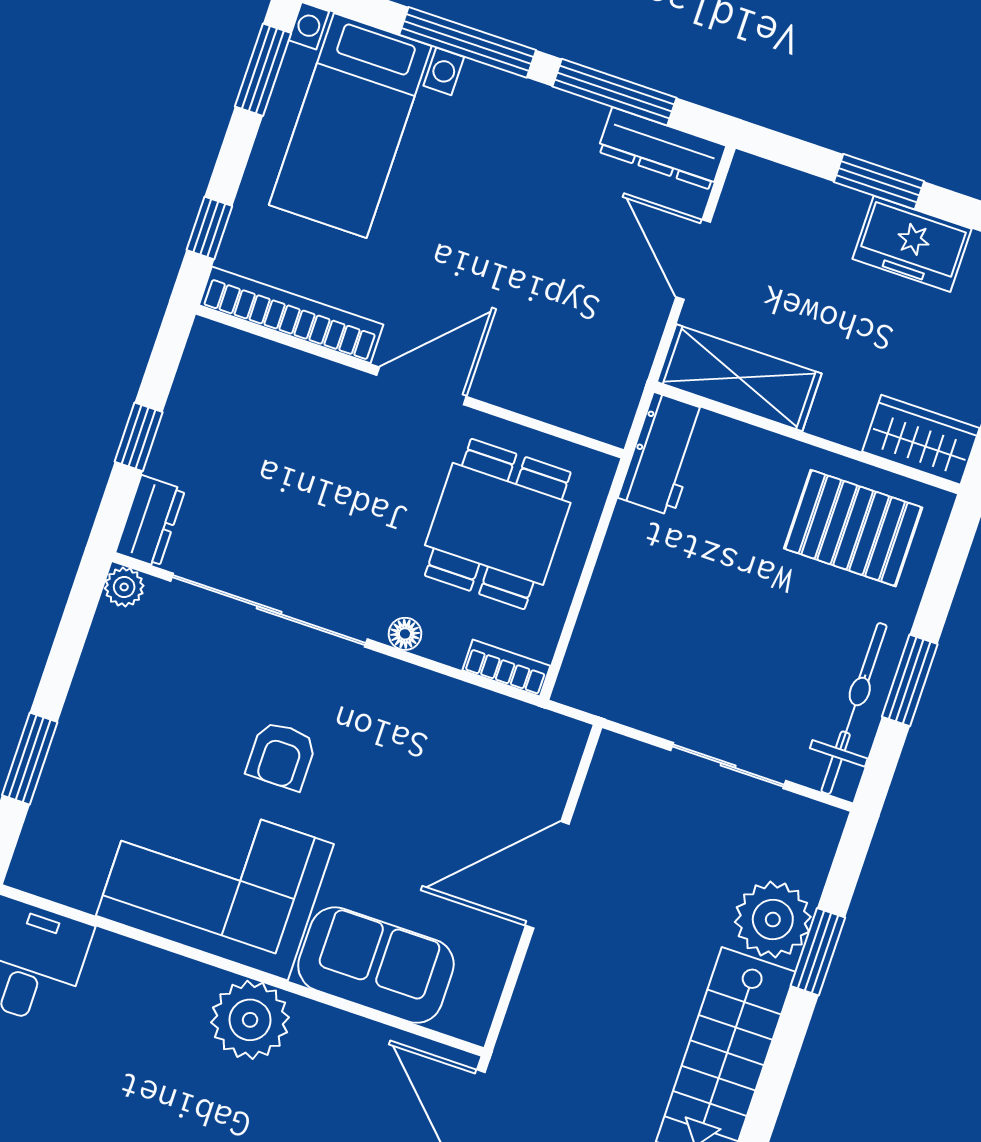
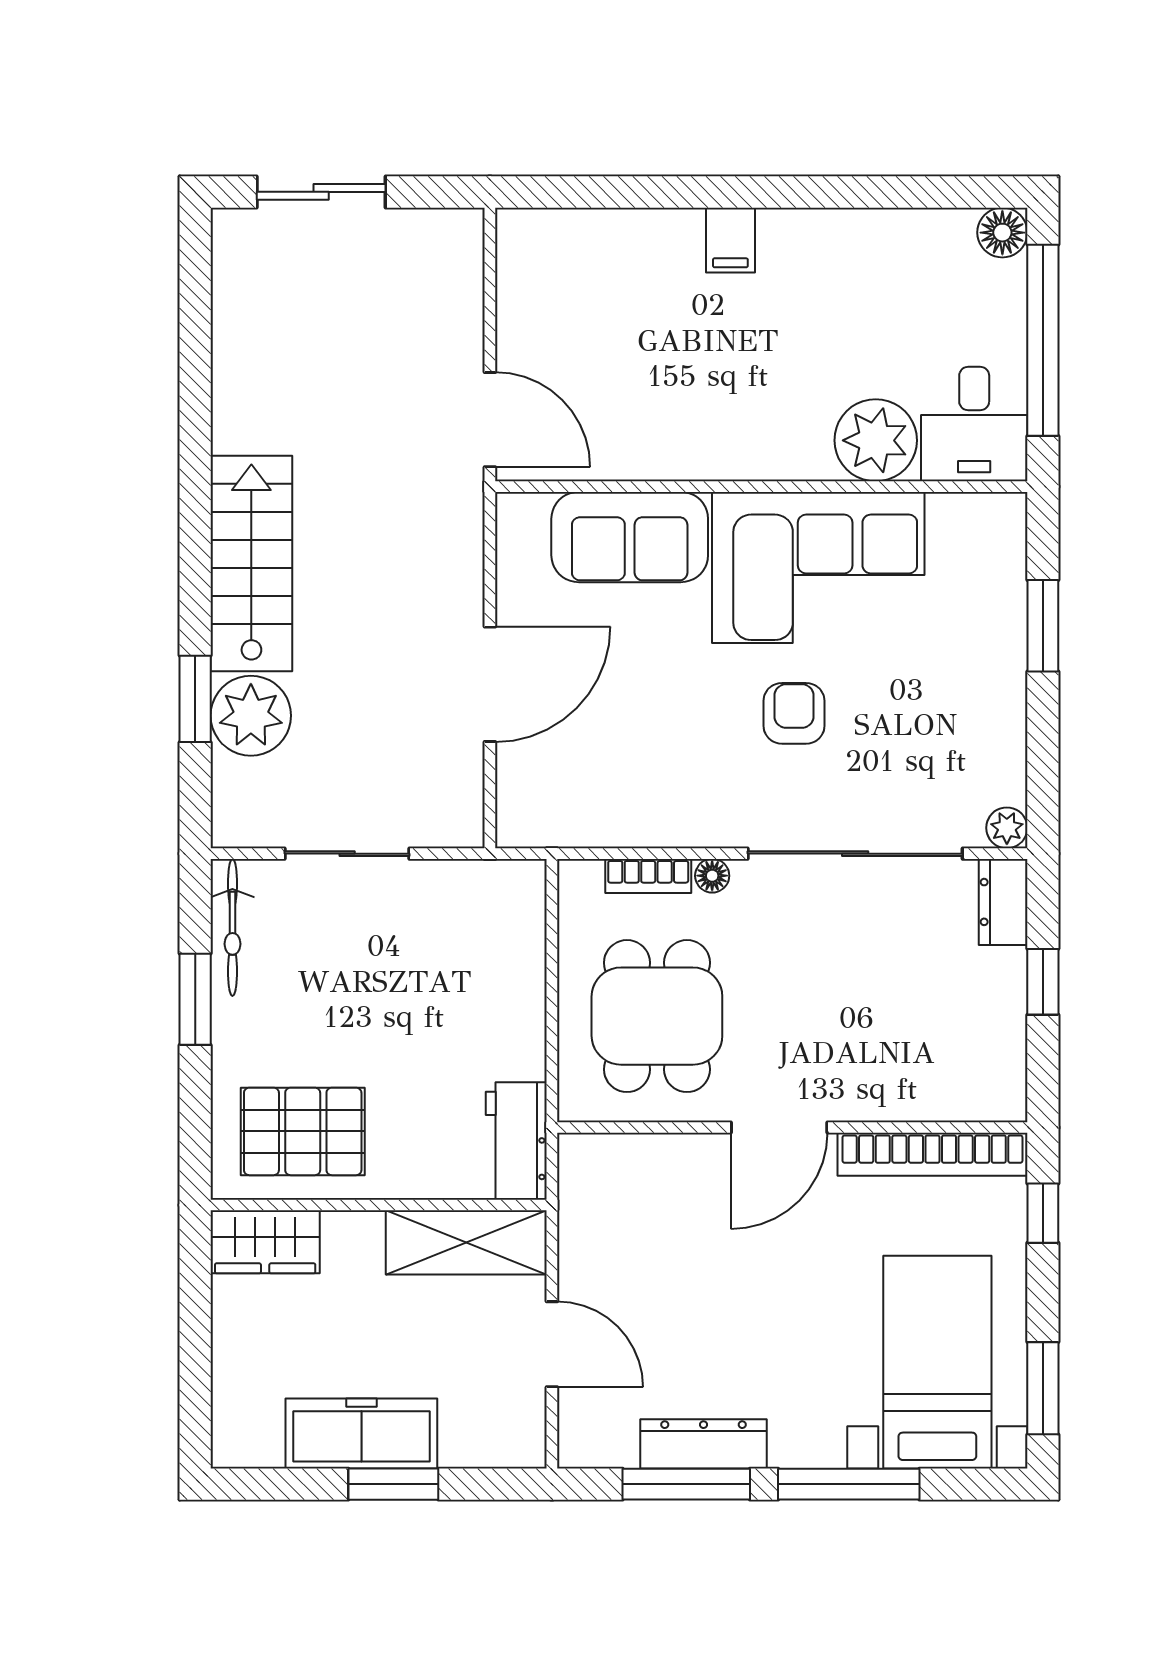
dresser: (662, 149) -> (704, 1444), moved
freezer: (912, 244) -> (361, 1434), width x1.40
bookcase: (506, 668) -> (648, 876), moved
bicycle: (854, 708) -> (232, 927), width x0.73, depth x0.71
plant: (250, 1020) -> (876, 440), moved

